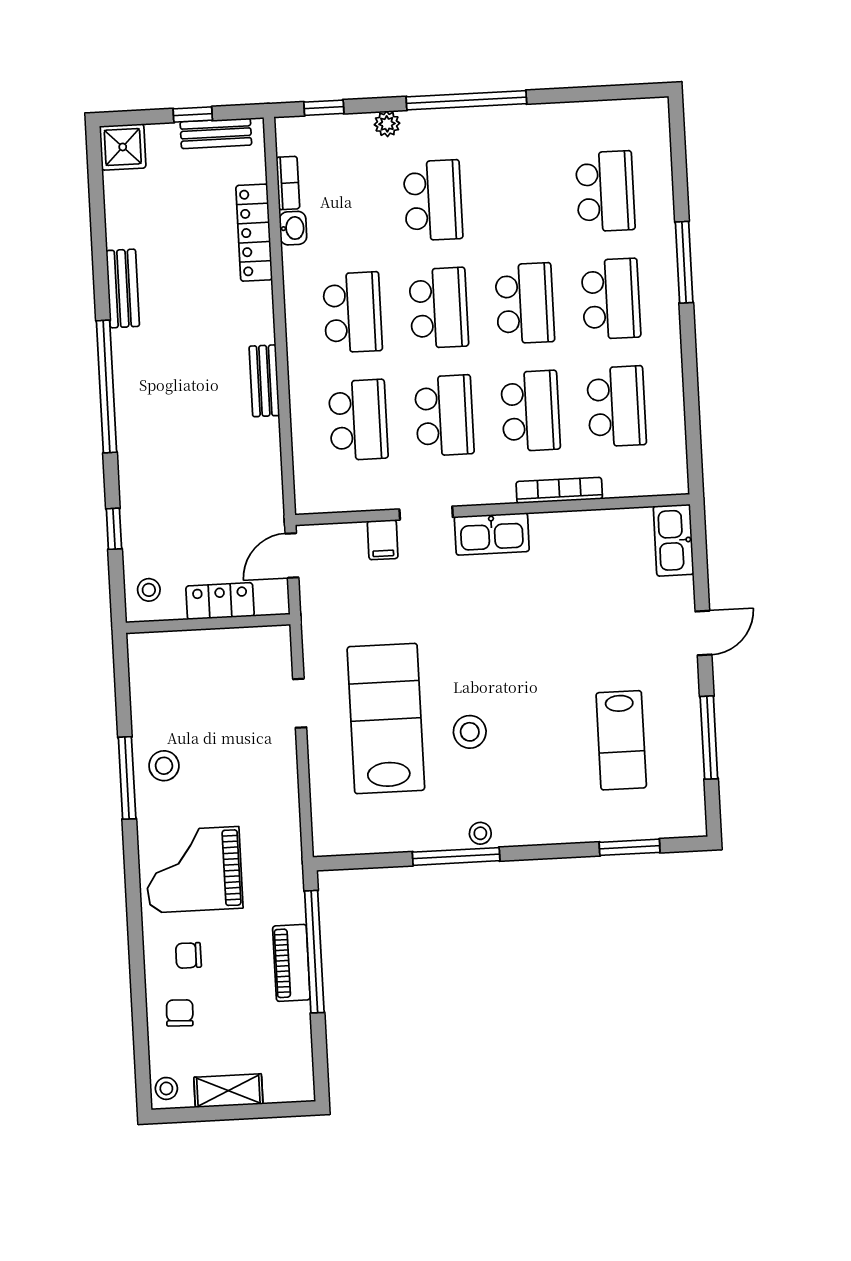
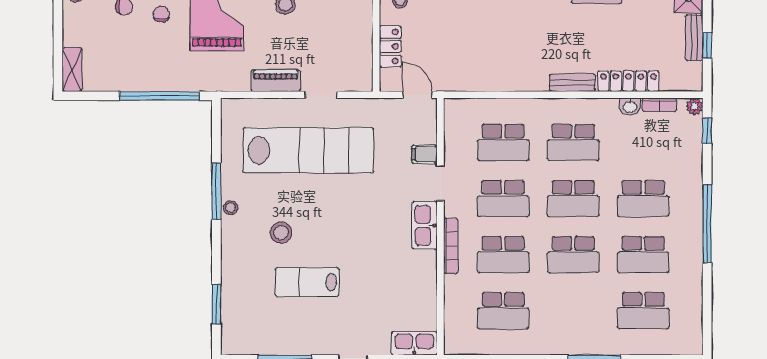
plant: (387, 124) -> (694, 106), moved
bench: (216, 133) -> (694, 38), moved
school desk: (611, 299) -> (643, 255), moved
bench: (264, 381) -> (572, 83), moved
bookcase: (559, 490) -> (451, 246), moved
lab bench: (386, 718) -> (308, 150), width x1.36
stool: (470, 732) -> (281, 233), moved
lab bench: (621, 740) -> (307, 282), moved
piano: (291, 963) -> (276, 81), moved
shelving: (228, 1091) -> (72, 70), moved

